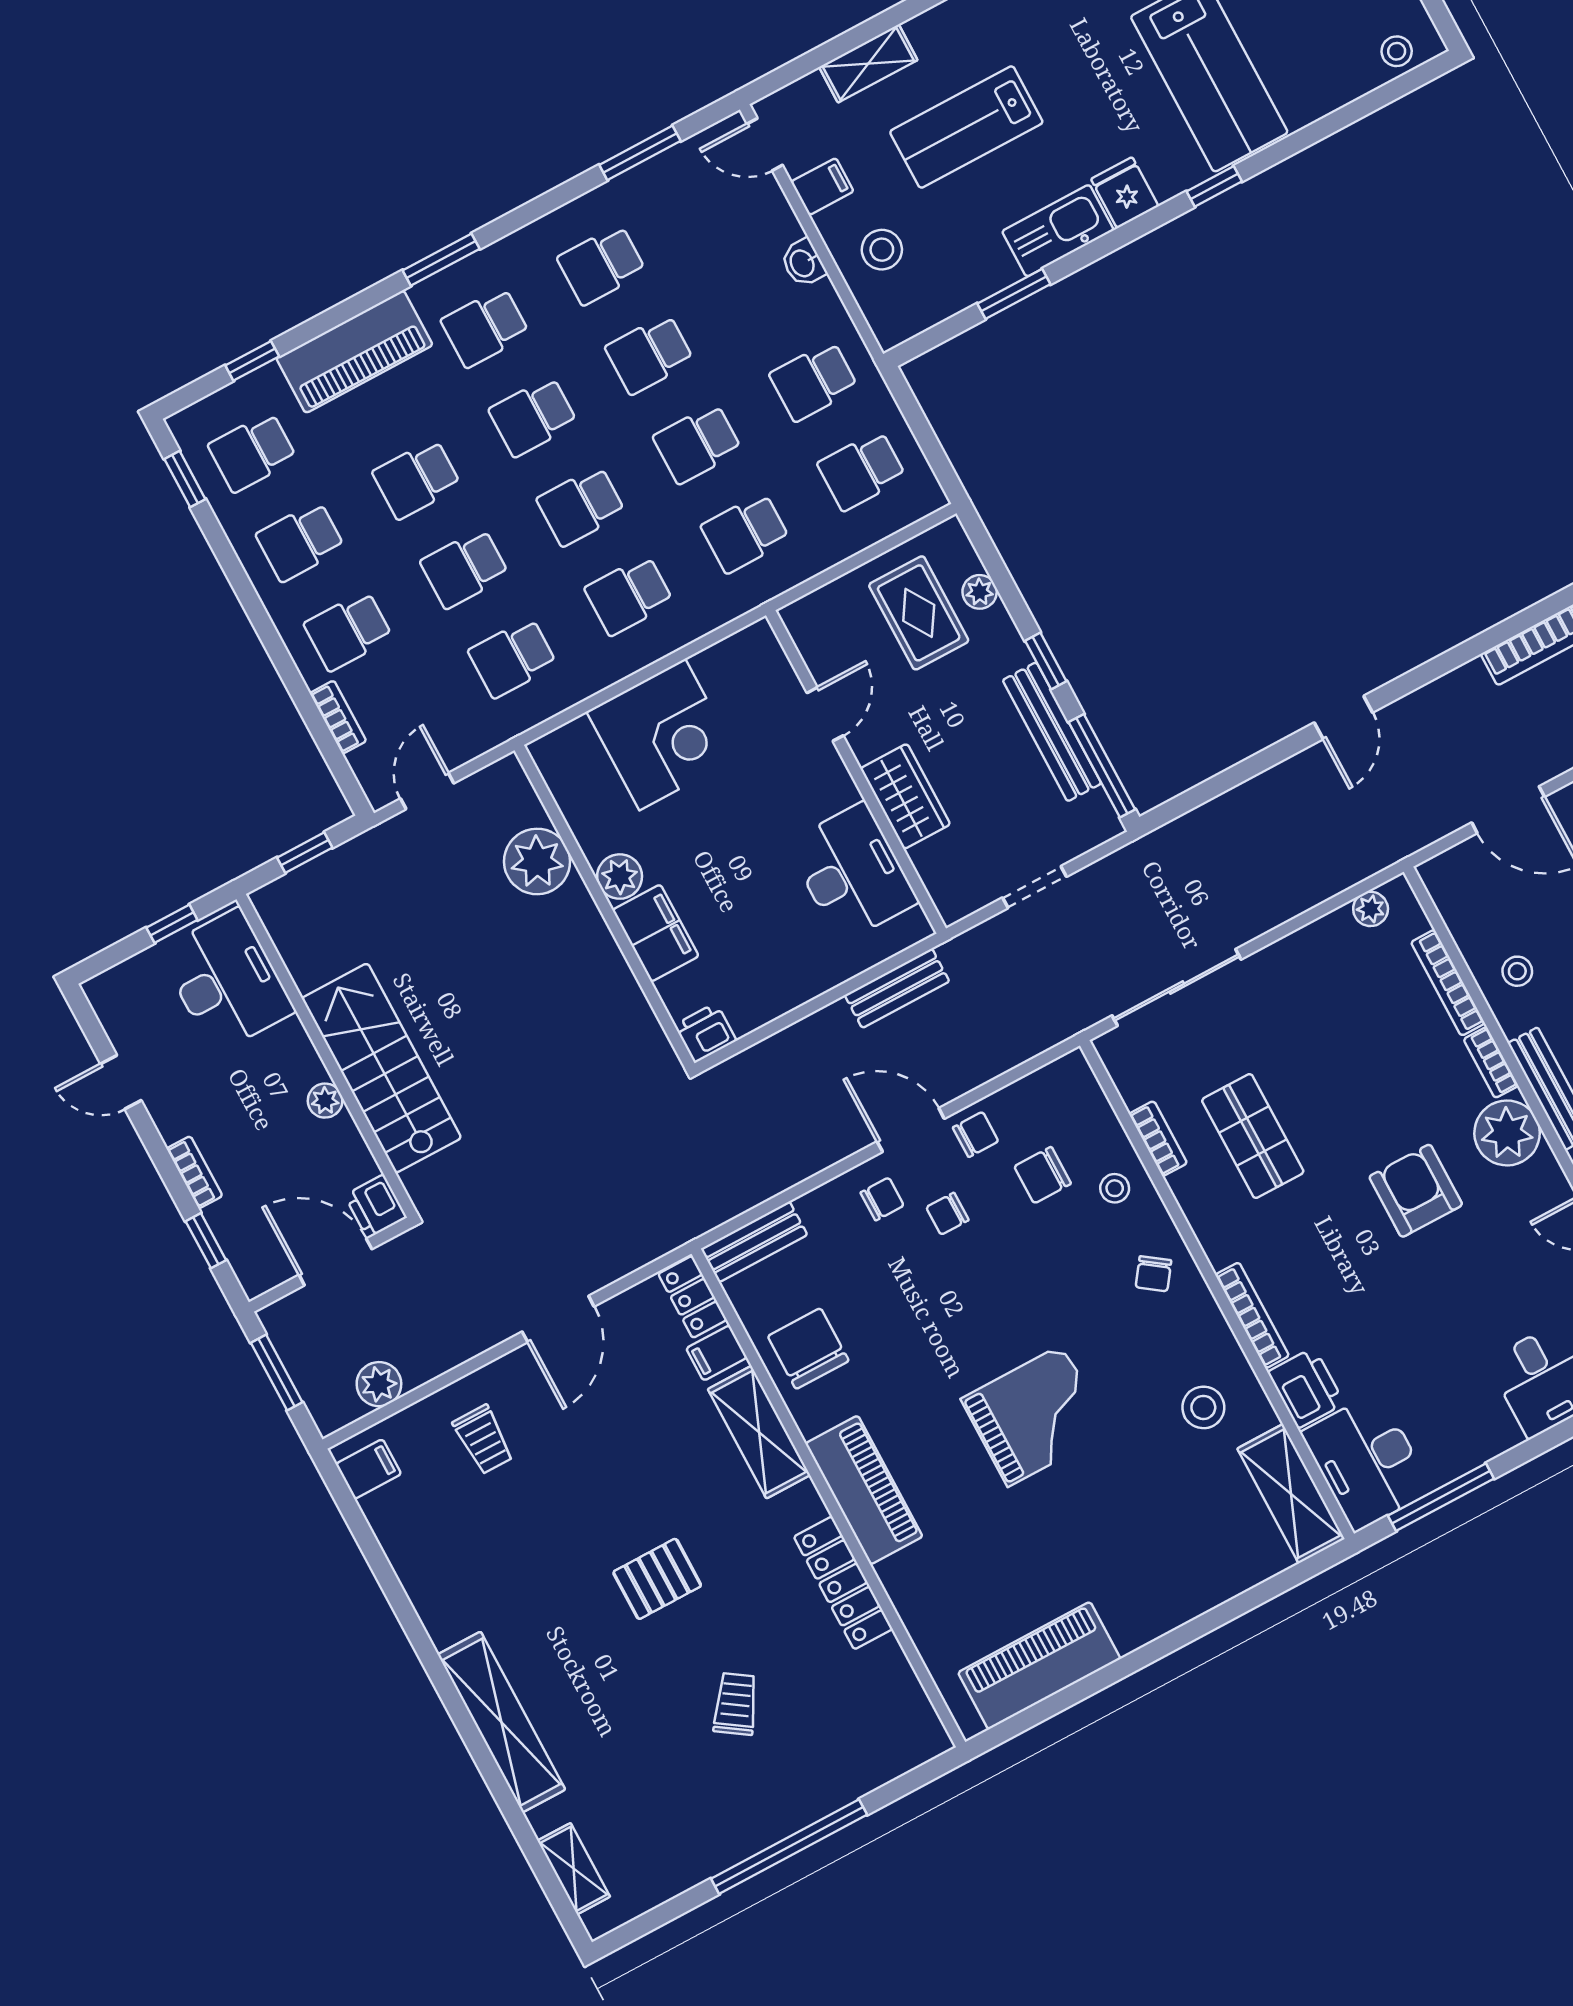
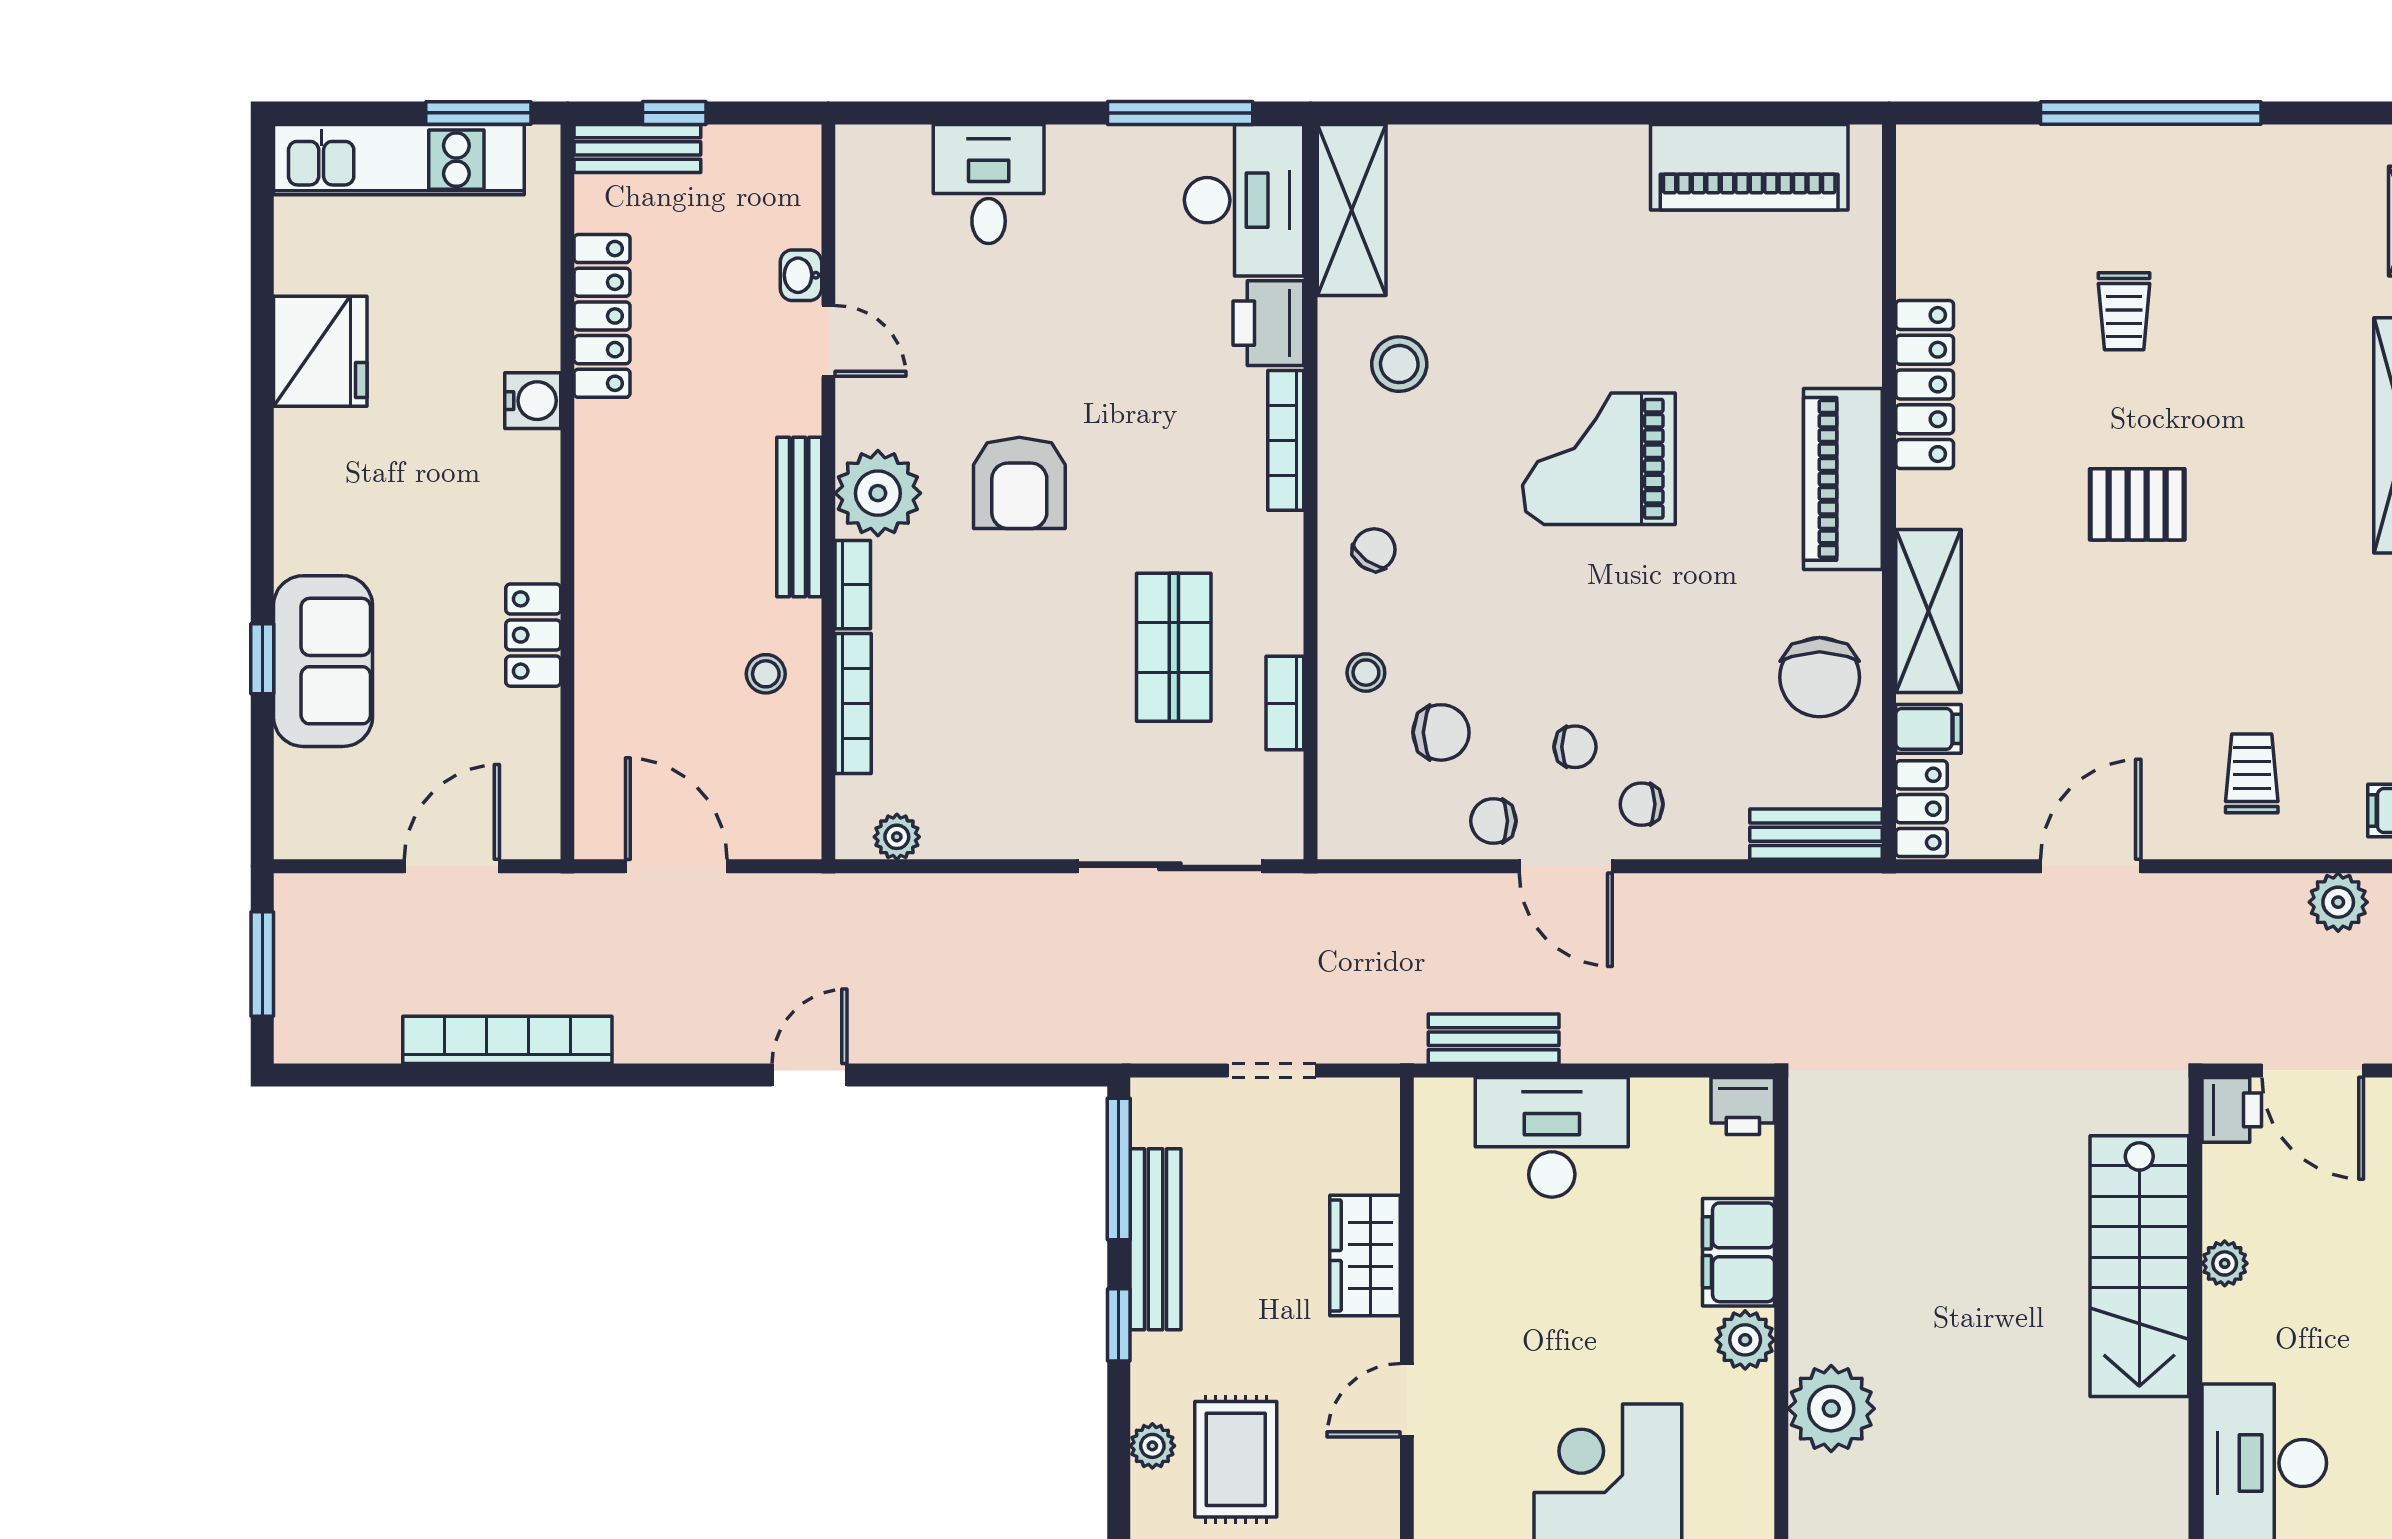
desk: (852, 873) -> (1552, 1137), moved, turned 90
trolley: (736, 1704) -> (2124, 311), turned -34

